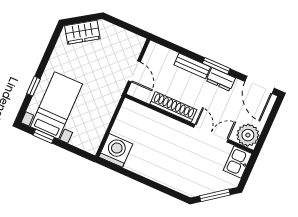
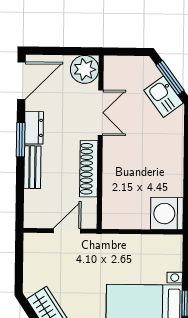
double door: (211, 133) -> (101, 113), swing flipped
kitchen sink: (238, 162) -> (164, 97), moved, turned 53

